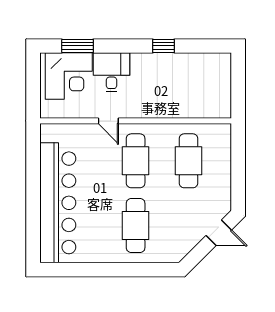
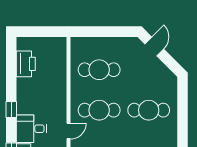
window: (164, 46) -> (11, 110), moved
printer: (196, 65) -> (26, 64), added

